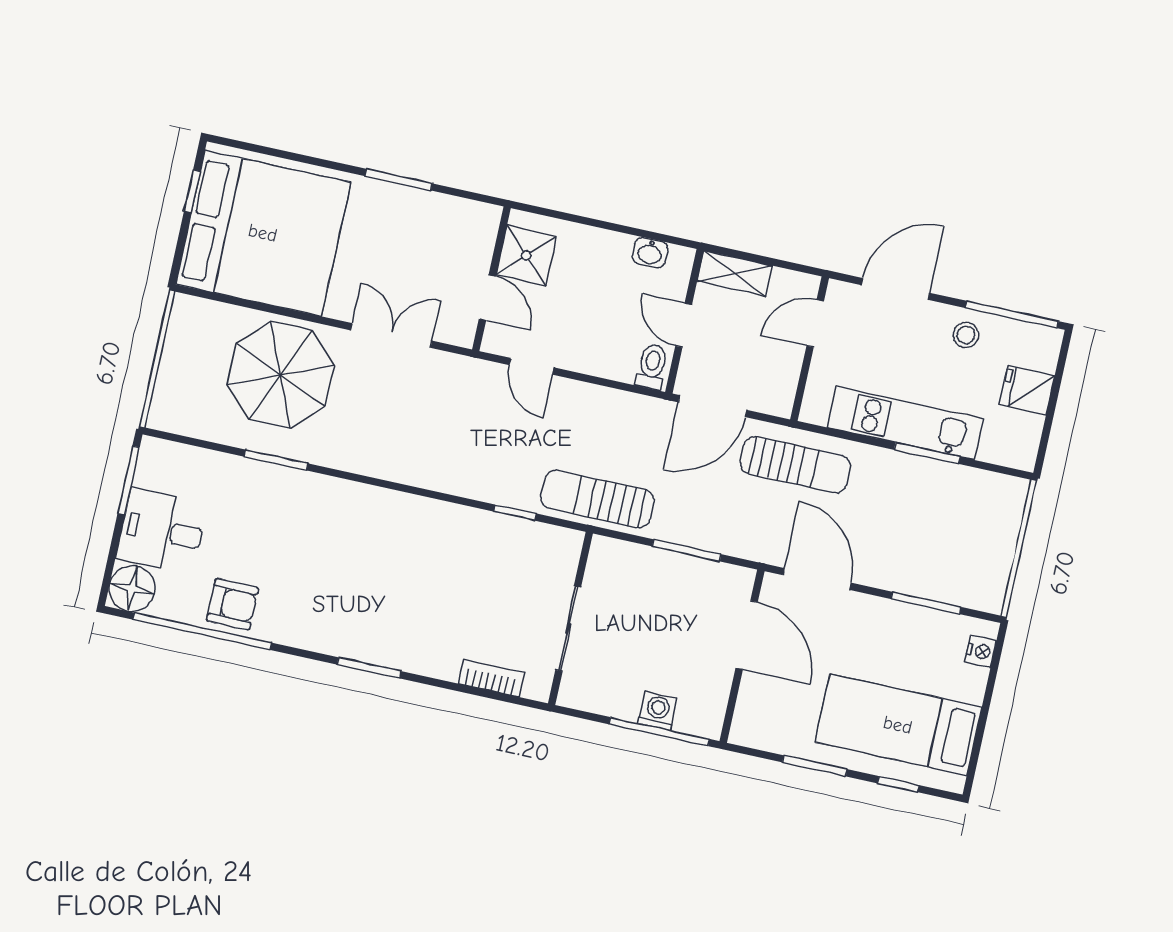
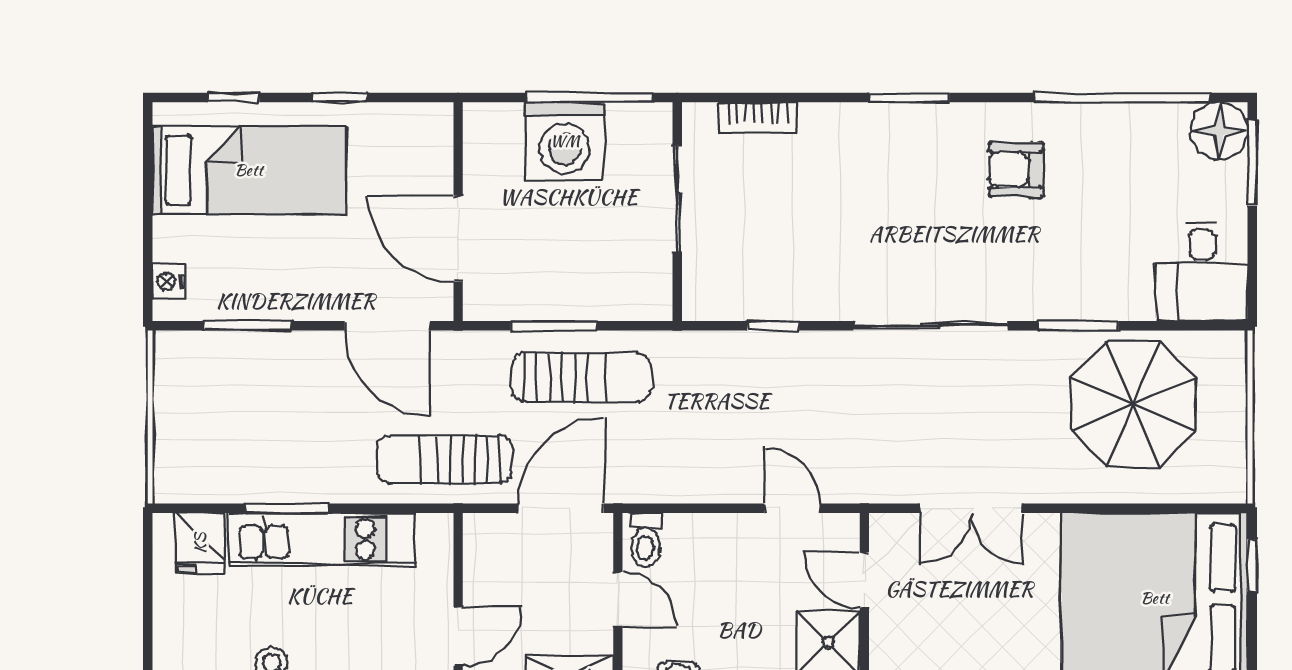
window: (192, 191) -> (1252, 565), moved
parasol: (280, 375) -> (1133, 404), moved
fridge: (1027, 390) -> (200, 543), moved, turned 90
window: (129, 480) -> (1252, 163), moved
sliding door: (392, 485) -> (931, 326), added
sun lounger: (597, 499) -> (581, 378), moved
desk: (162, 531) -> (1202, 272), moved, turned 90
armchair: (232, 604) -> (1016, 170), moved
washing machine: (658, 711) -> (565, 141), width x1.89, depth x1.89
window: (659, 732) -> (589, 97), moved
window: (815, 766) -> (340, 97), width x0.67

